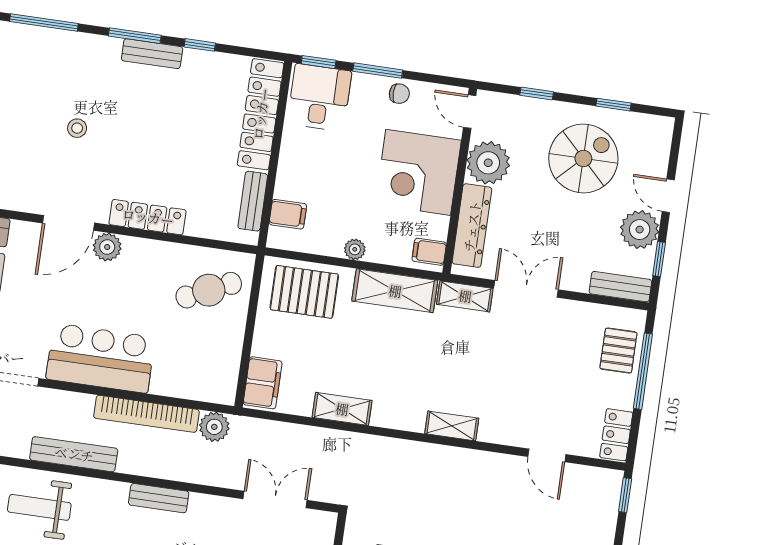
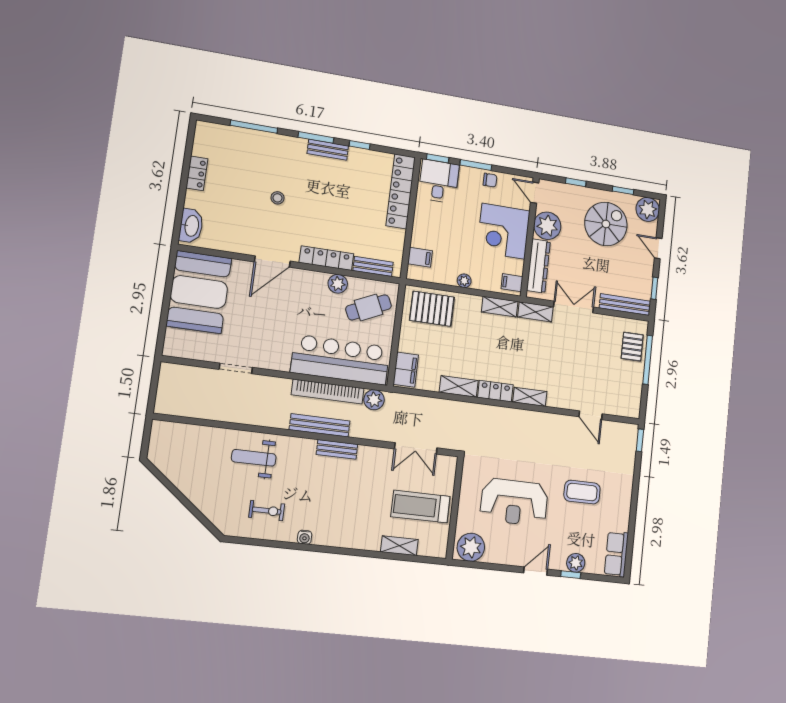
bench: (253, 201) -> (373, 267), moved, turned 90
plant: (640, 230) -> (648, 209), moved
plant: (107, 247) -> (338, 284), moved
bench: (620, 287) -> (625, 305), width x1.36
shelving: (395, 291) -> (500, 307), width x0.67, depth x0.75
bar counter: (101, 358) -> (340, 360), moved, width x1.36
locker: (616, 435) -> (495, 391), moved, turned 90
bench: (74, 454) -> (320, 425), moved
double door: (275, 500) -> (416, 448), swing flipped

